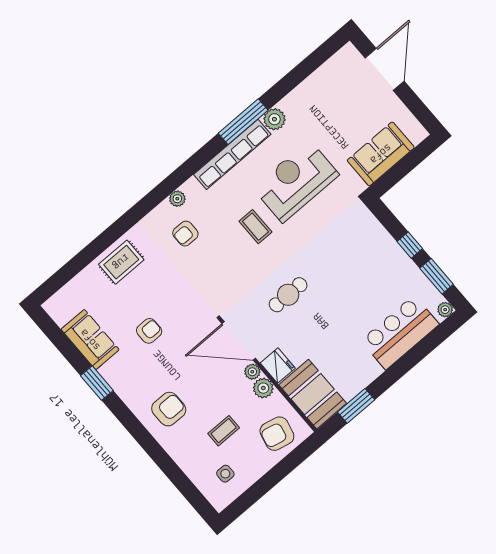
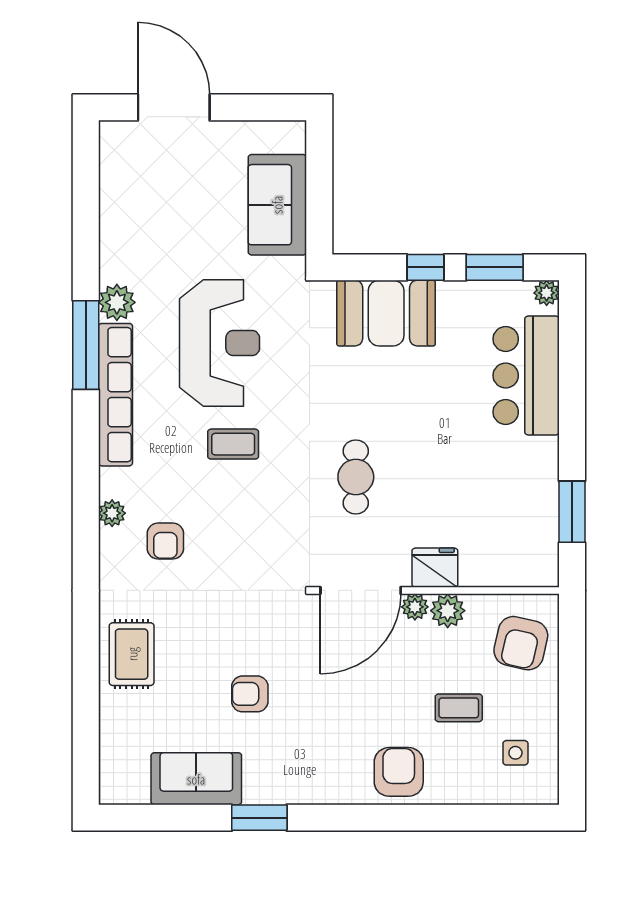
reception desk: (296, 181) -> (220, 343), turned 180
armchair: (149, 331) -> (250, 694), turned -90
booth: (313, 394) -> (386, 313), moved
armchair: (169, 409) -> (399, 772), moved
coffee table: (224, 431) -> (459, 708), turned 90

